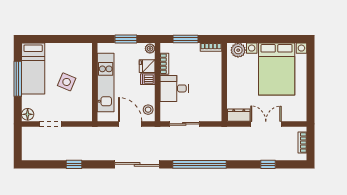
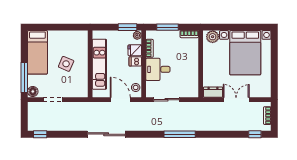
window: (126, 39) -> (127, 27), moved
window: (18, 79) -> (24, 77), moved
window: (74, 164) -> (40, 134), moved
sliding door: (137, 164) -> (106, 134), moved
window: (200, 164) -> (180, 134), width x0.68
window: (268, 164) -> (255, 134), moved

